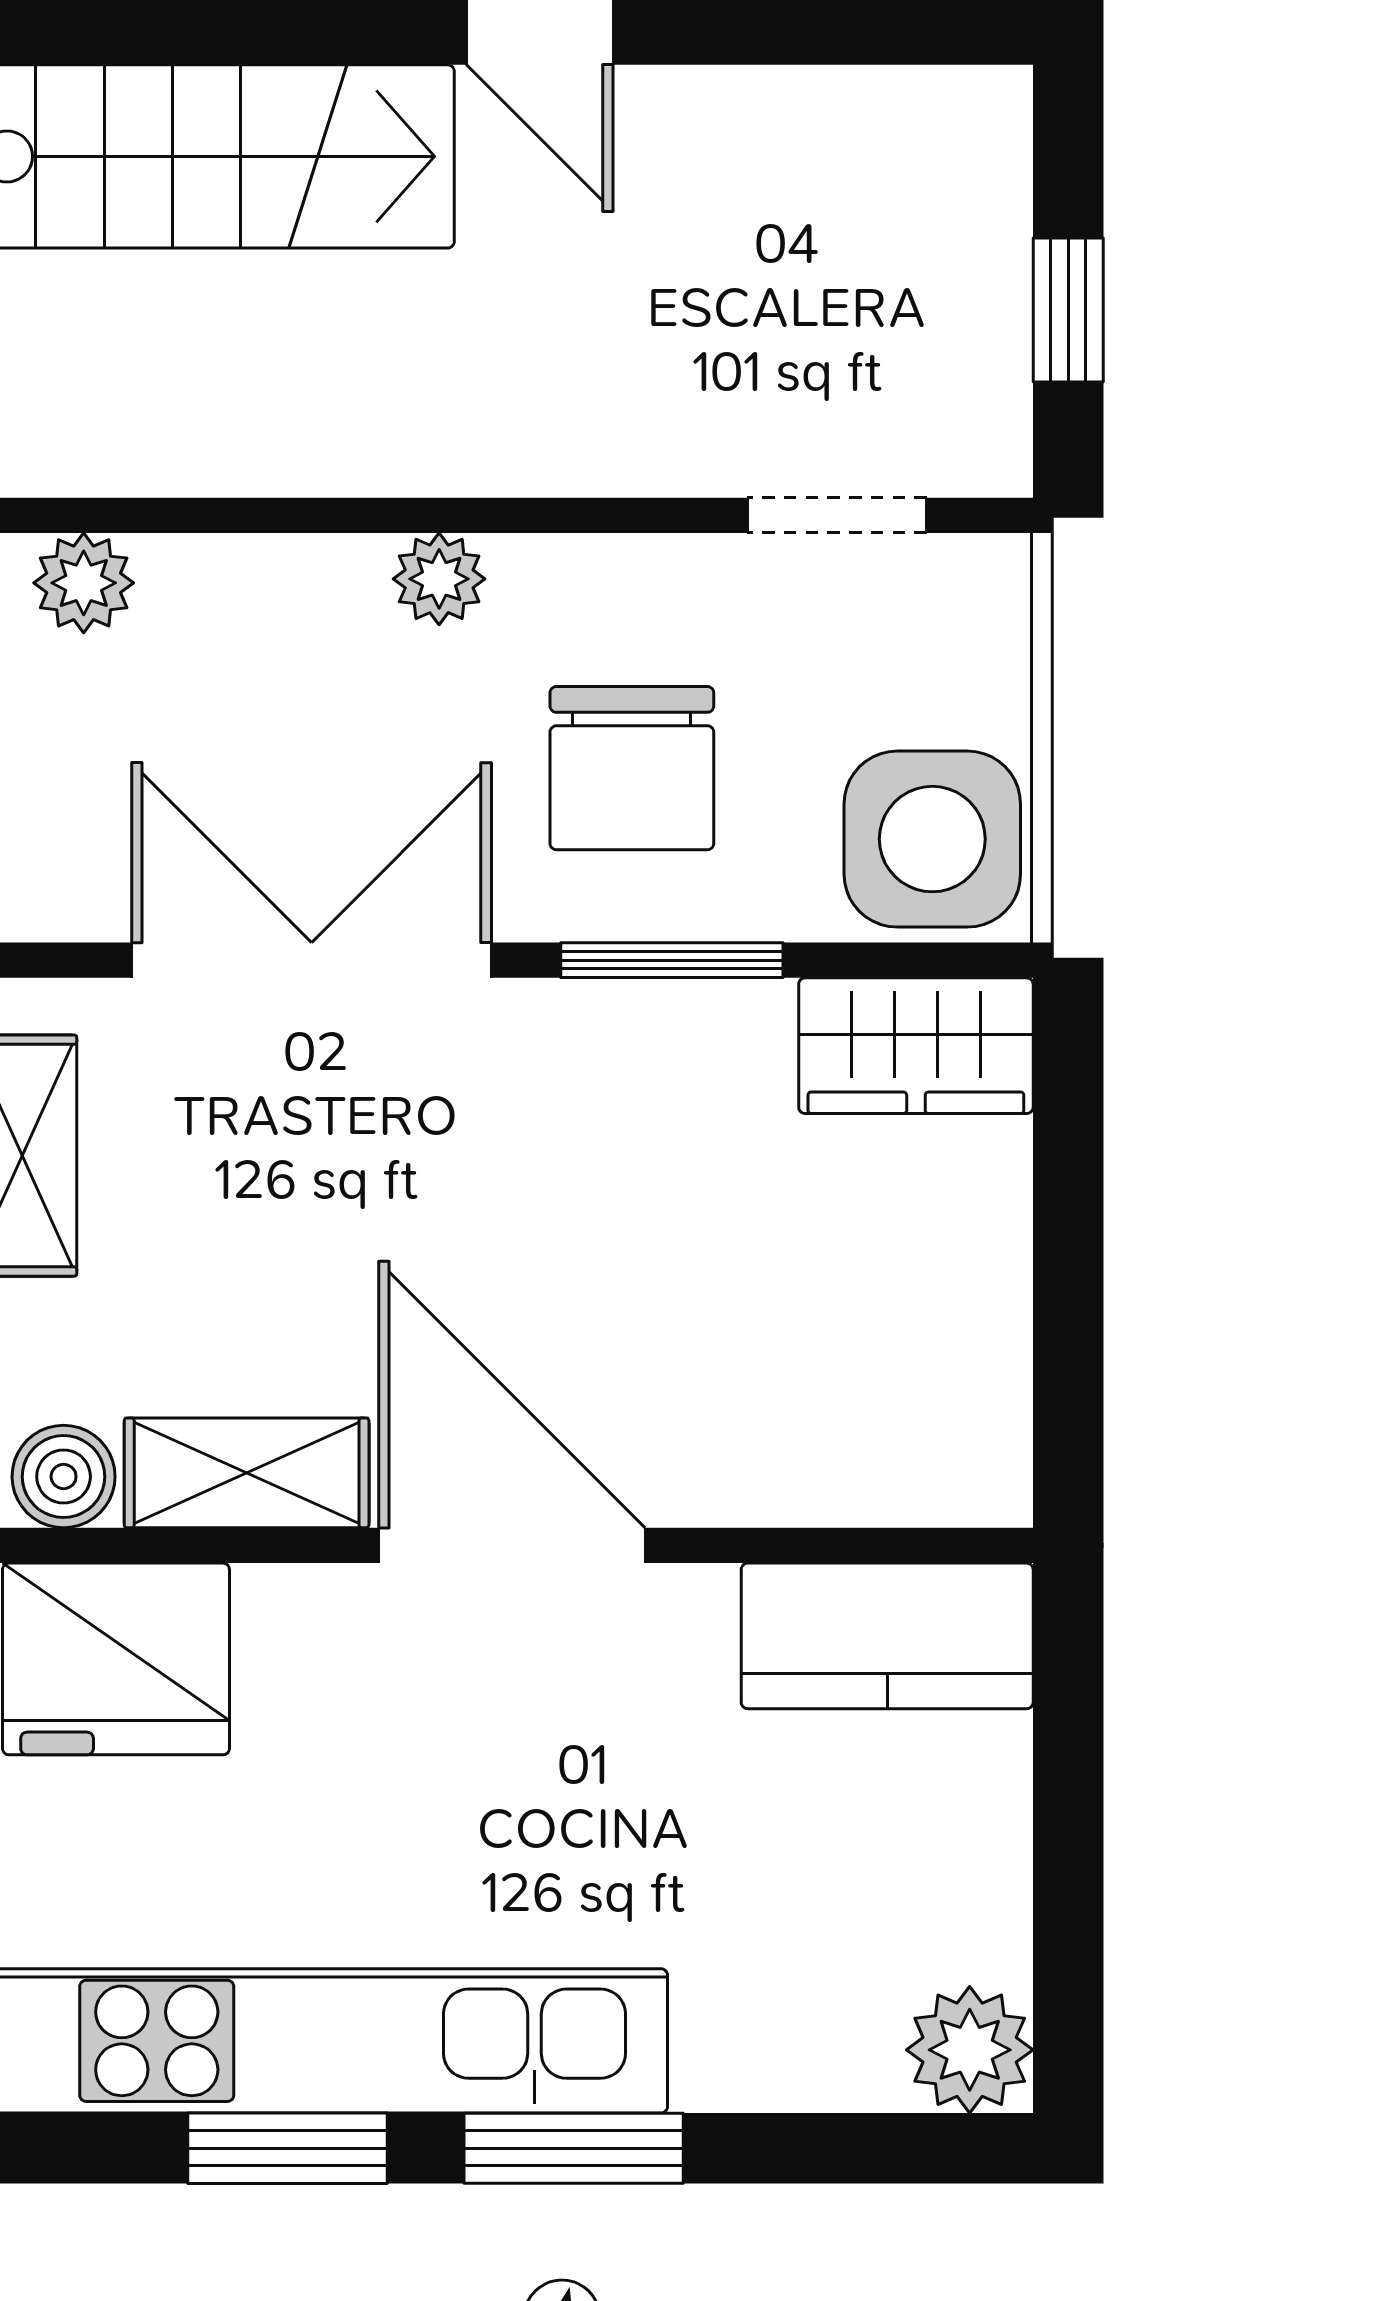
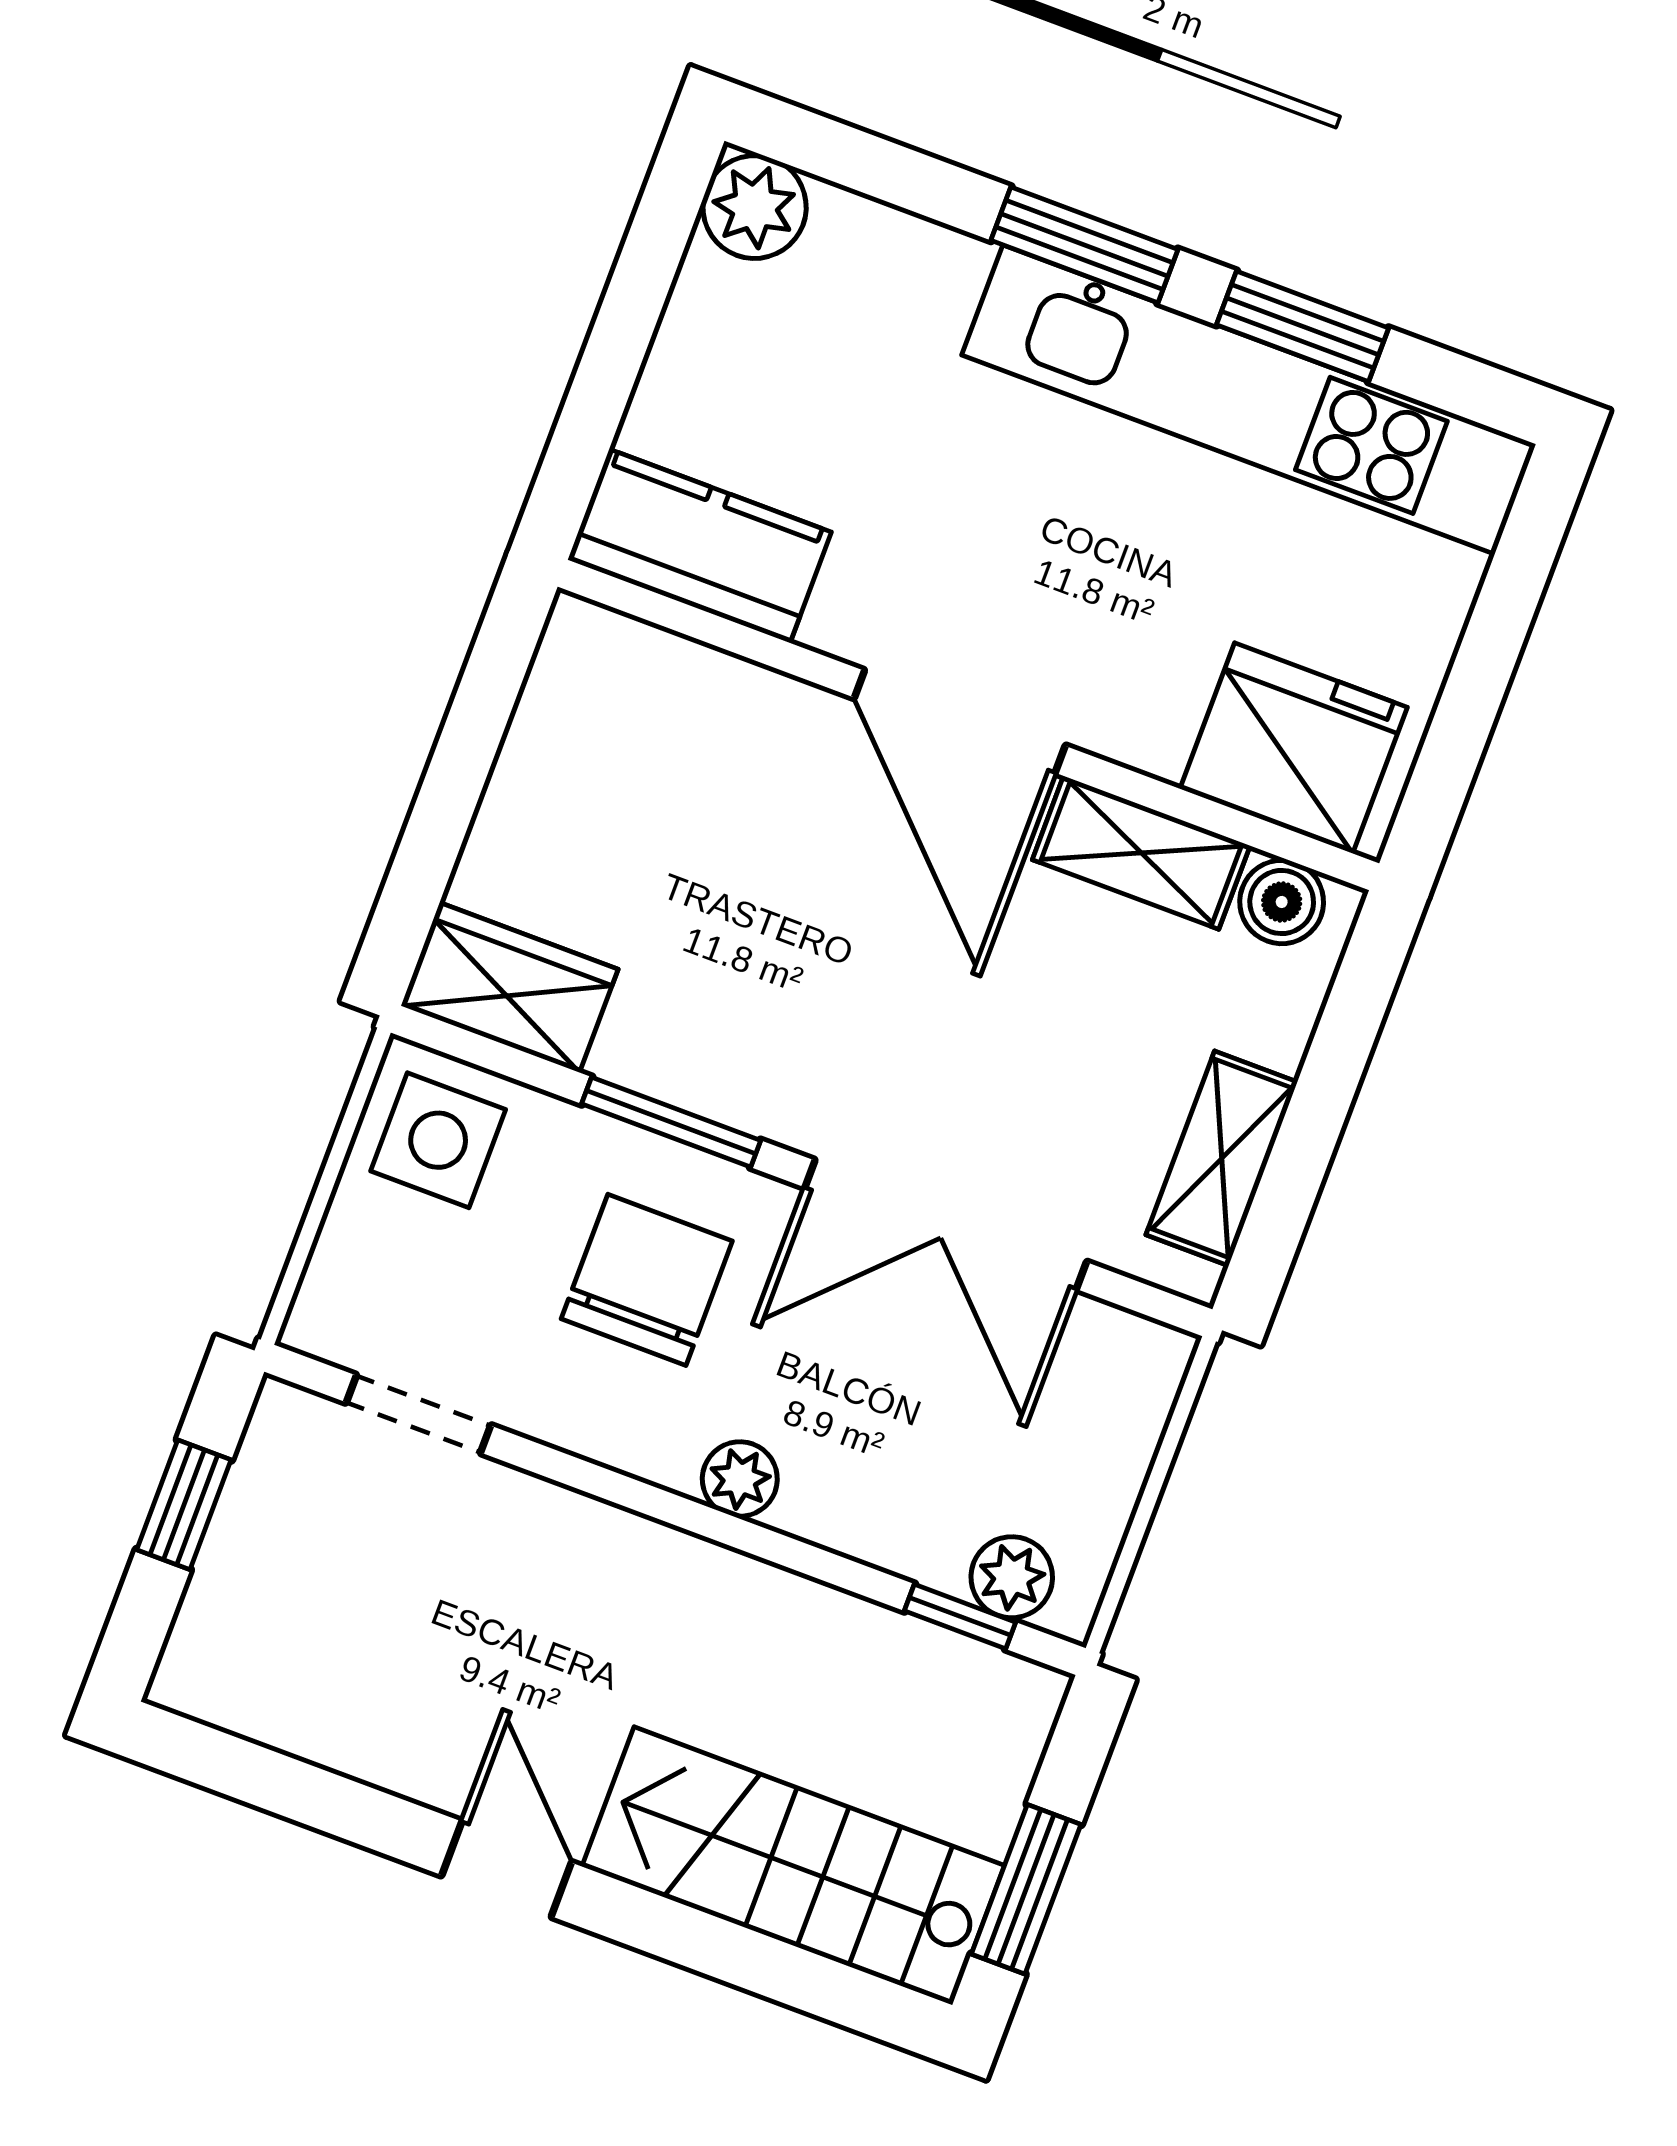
window: (126, 515) -> (960, 1617), added
side table: (932, 839) -> (438, 1140), width x0.73, depth x0.73

